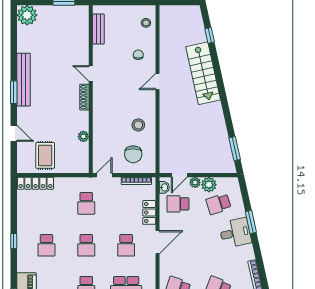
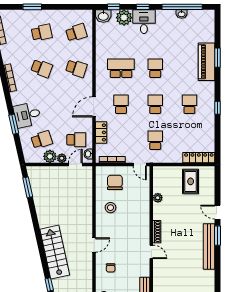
door: (14, 133) -> (217, 212), moved
door: (104, 175) -> (140, 164), hinge flipped

